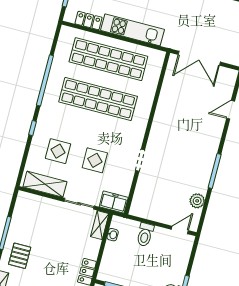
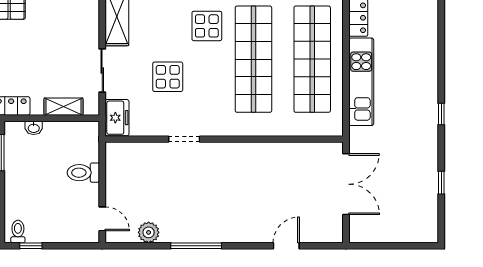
double door: (199, 58) -> (346, 184), swing flipped
door: (231, 110) -> (286, 246), hinge flipped
display table: (58, 151) -> (207, 26), moved
shelving: (100, 225) -> (63, 107), moved
washbasin: (113, 235) -> (34, 128), moved

